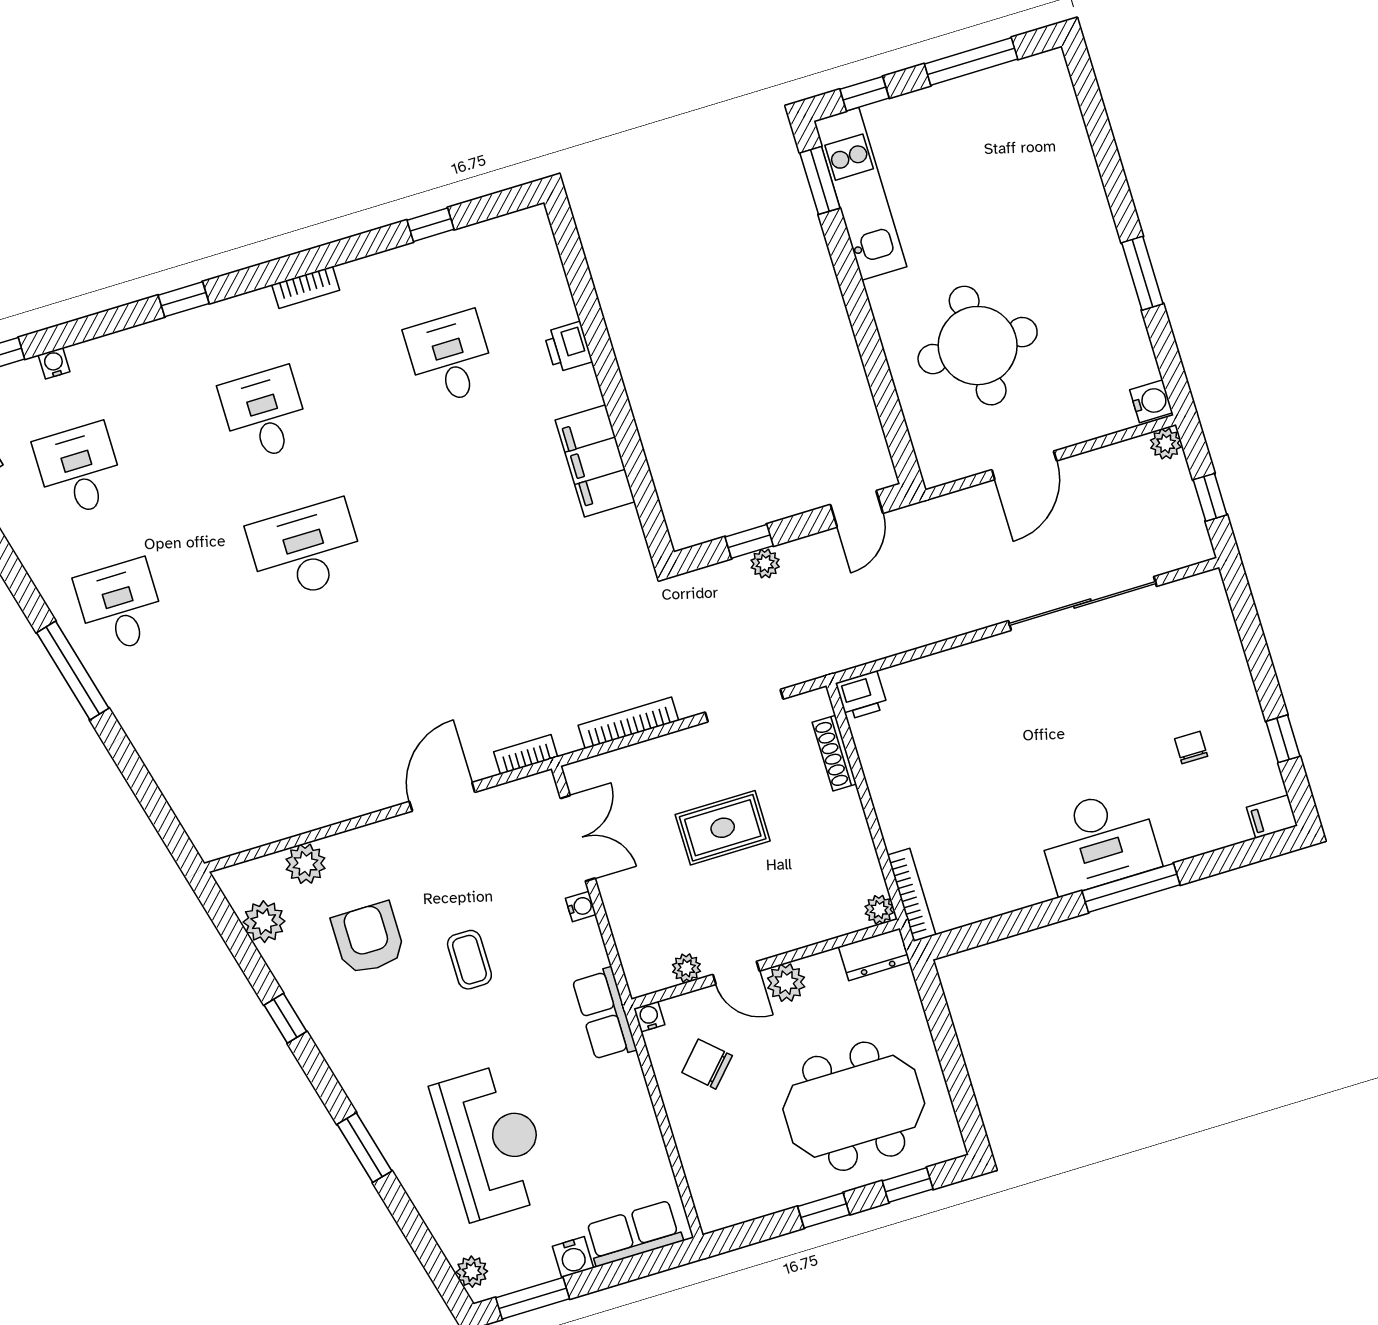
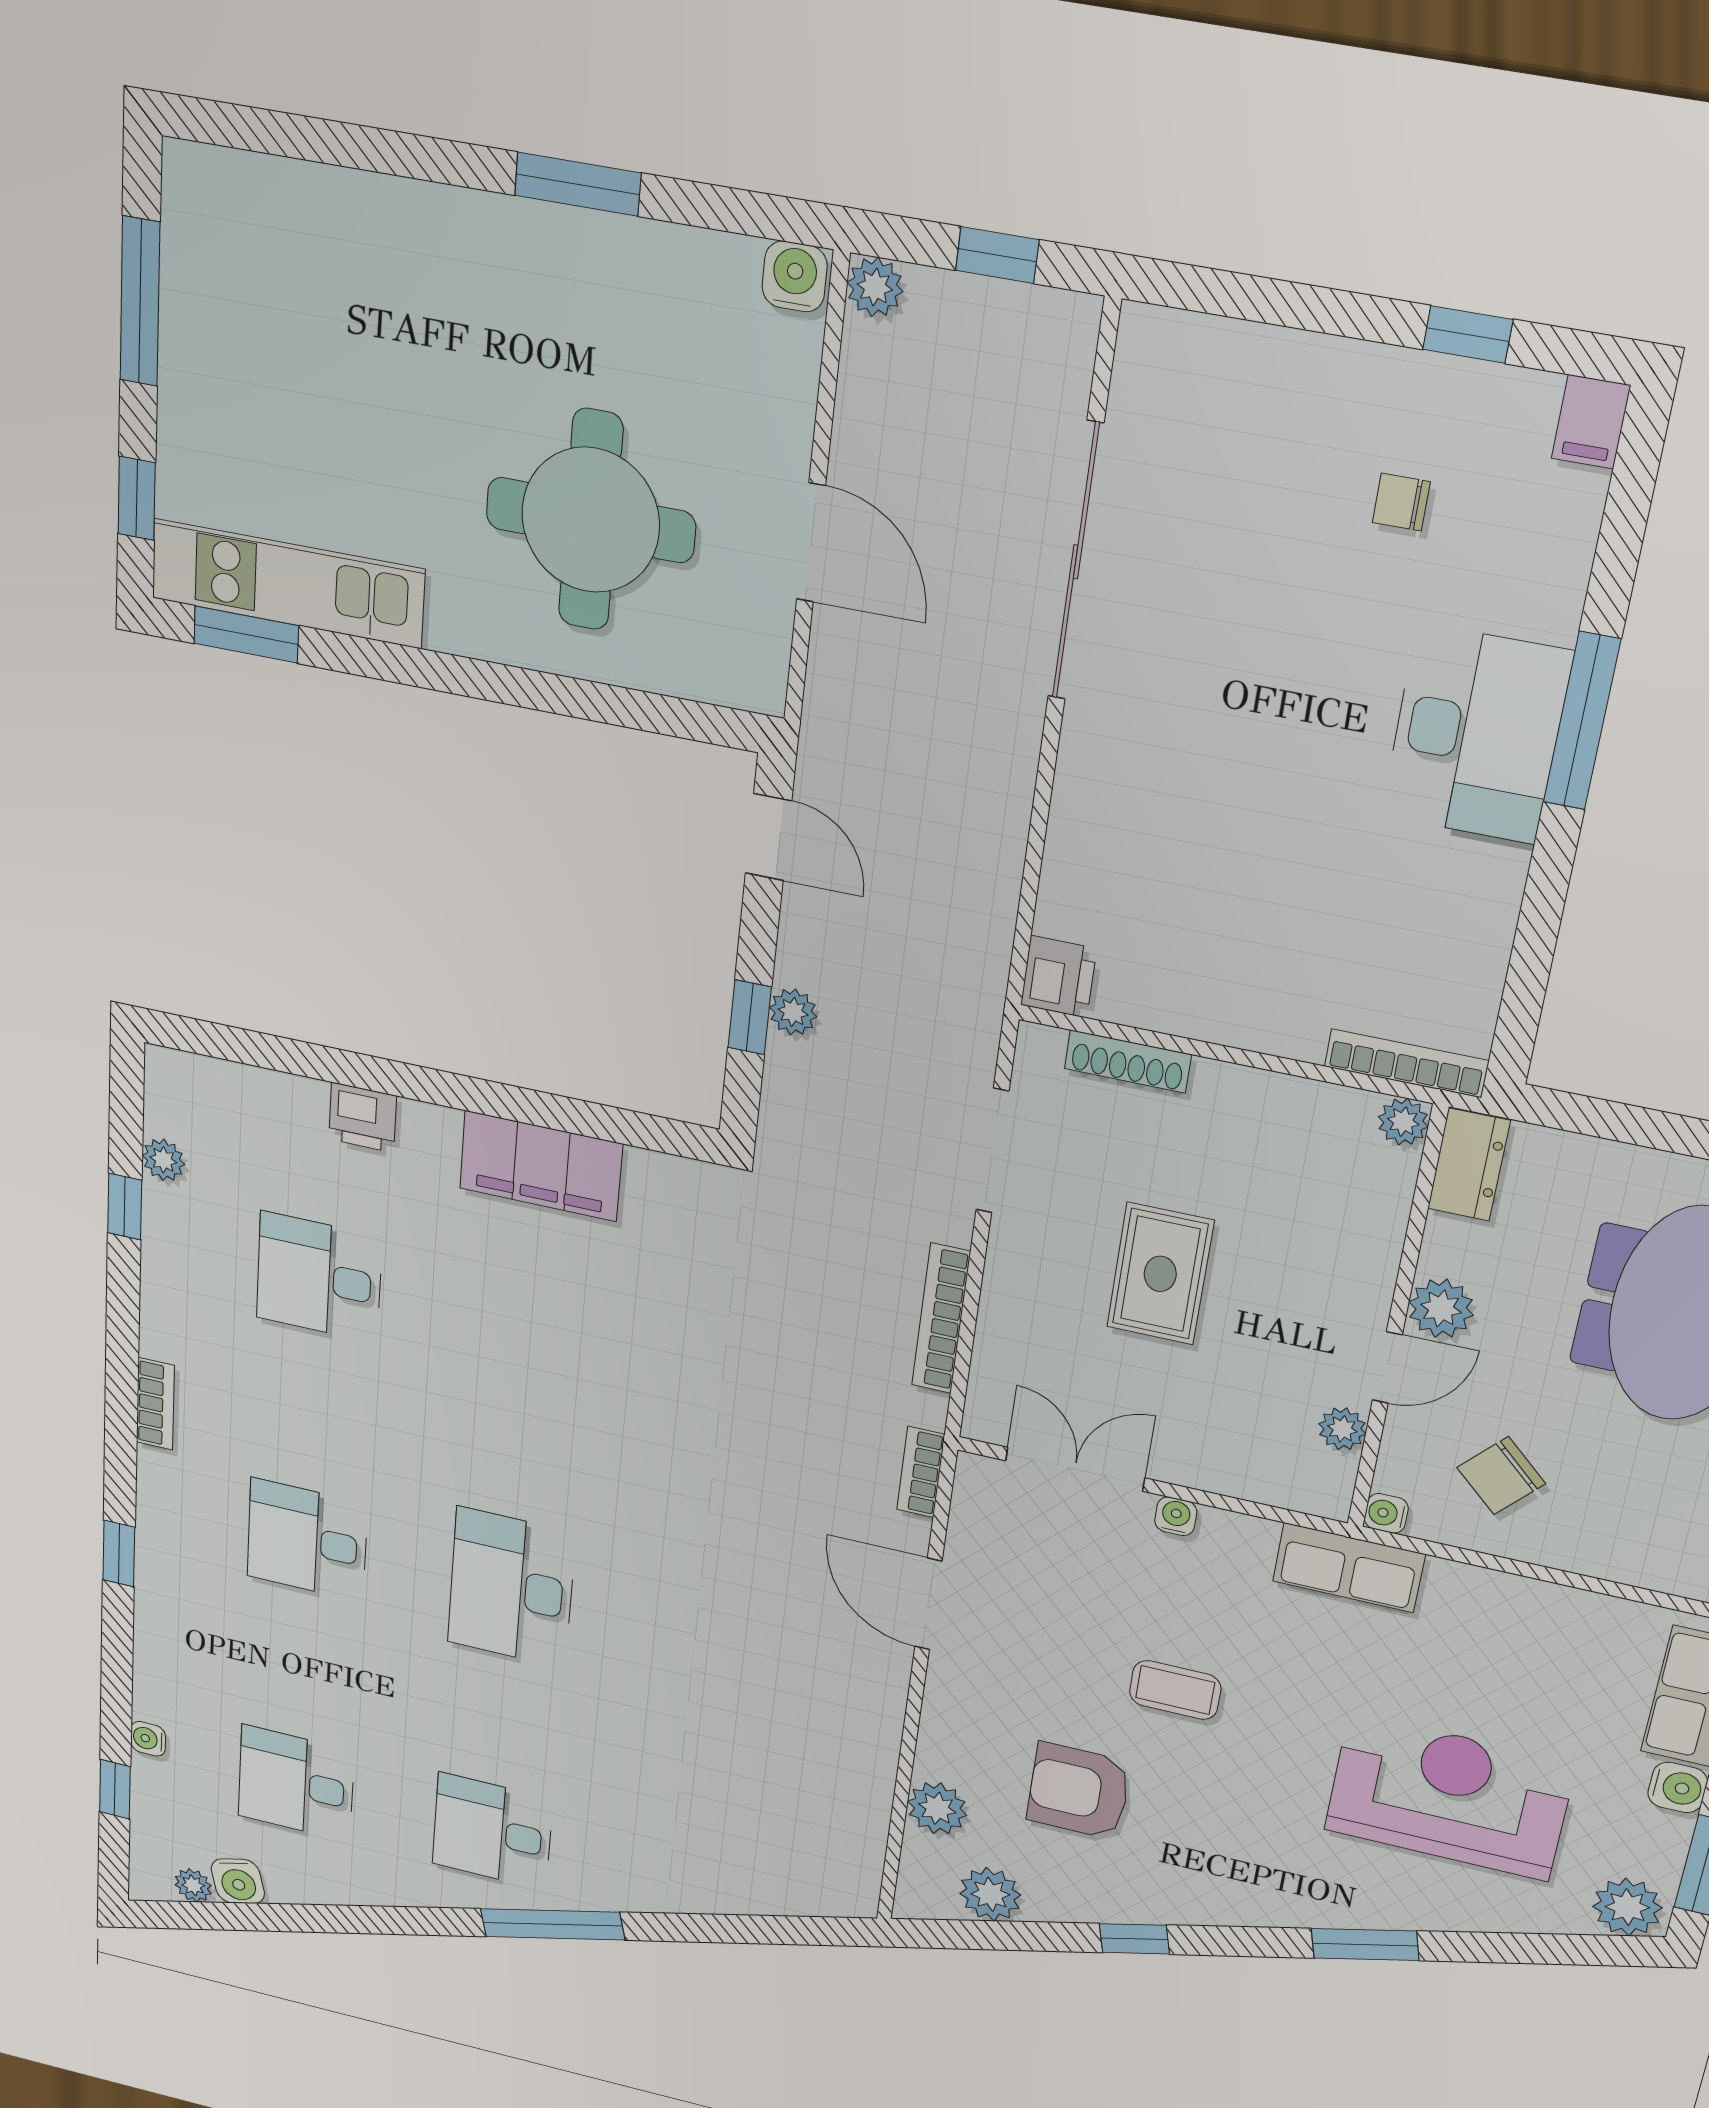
plant: (475, 238) -> (163, 1160), added
plant: (472, 1272) -> (1627, 1907), width x1.38, depth x1.38

